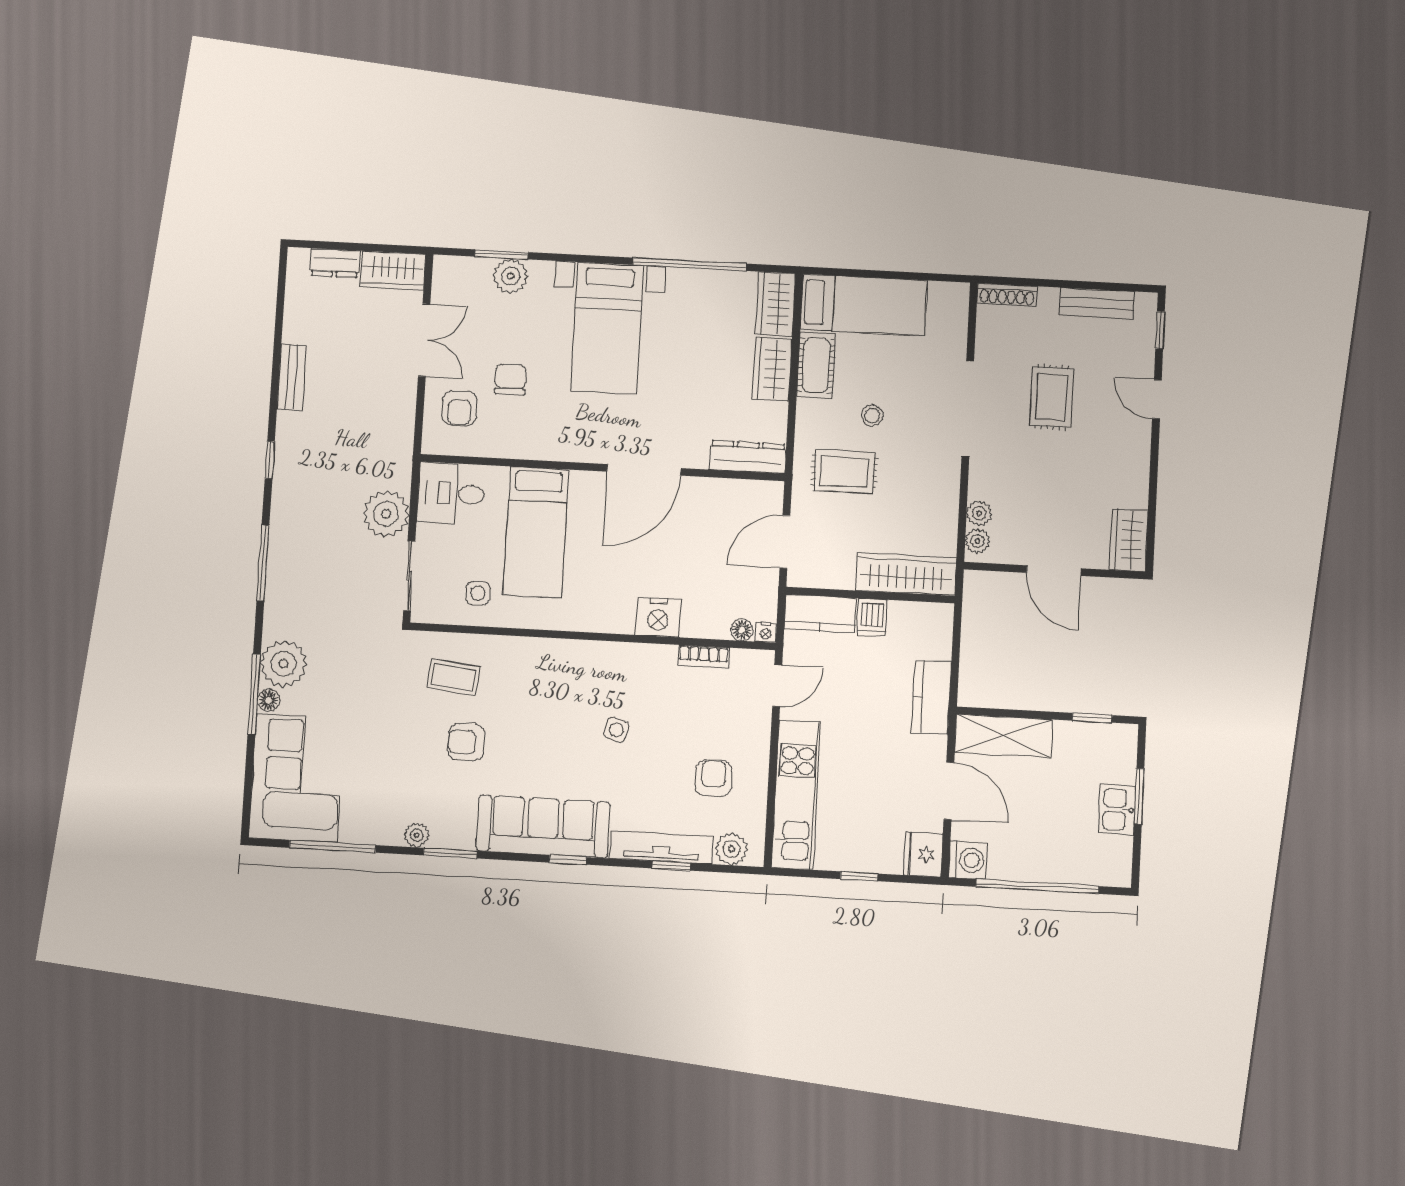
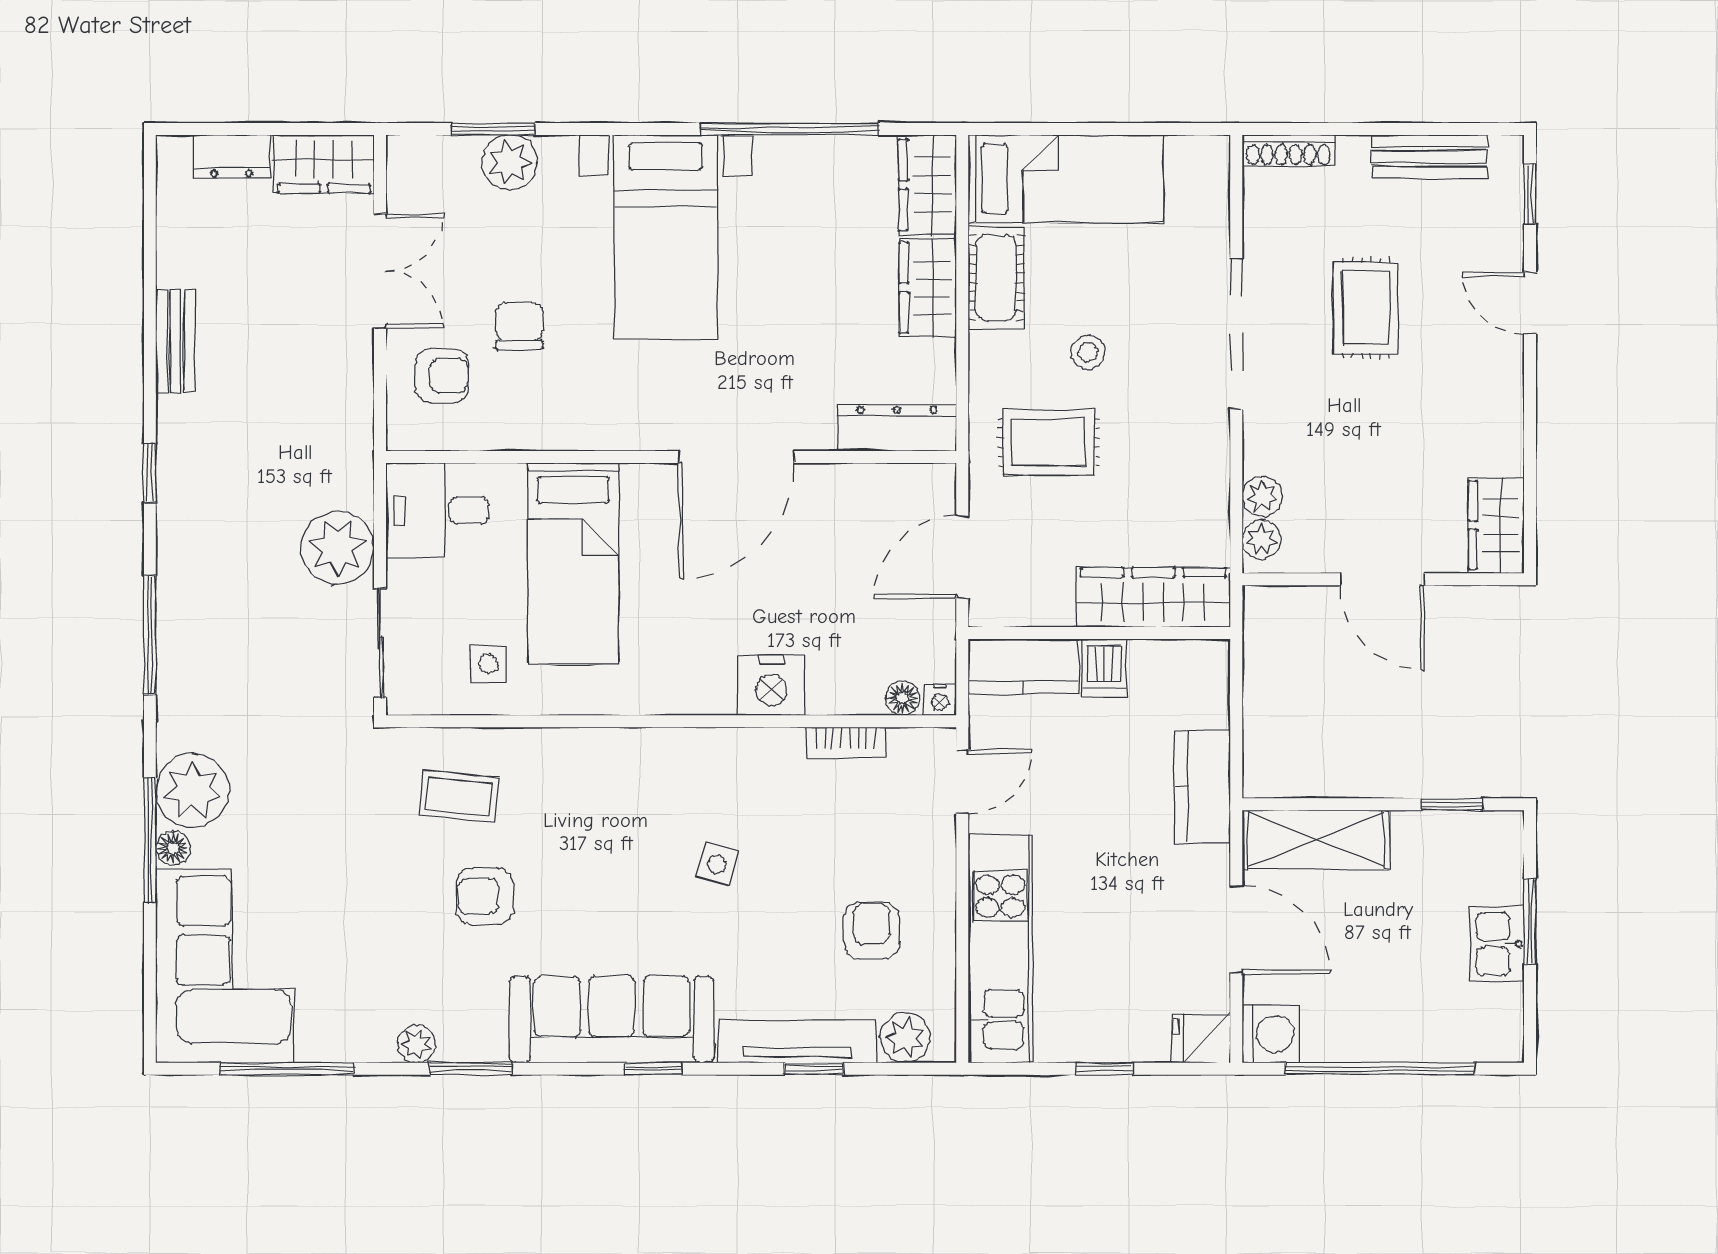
armchair: (460, 408) -> (442, 375), turned -90
fridge: (923, 854) -> (1201, 1038), width x0.72

